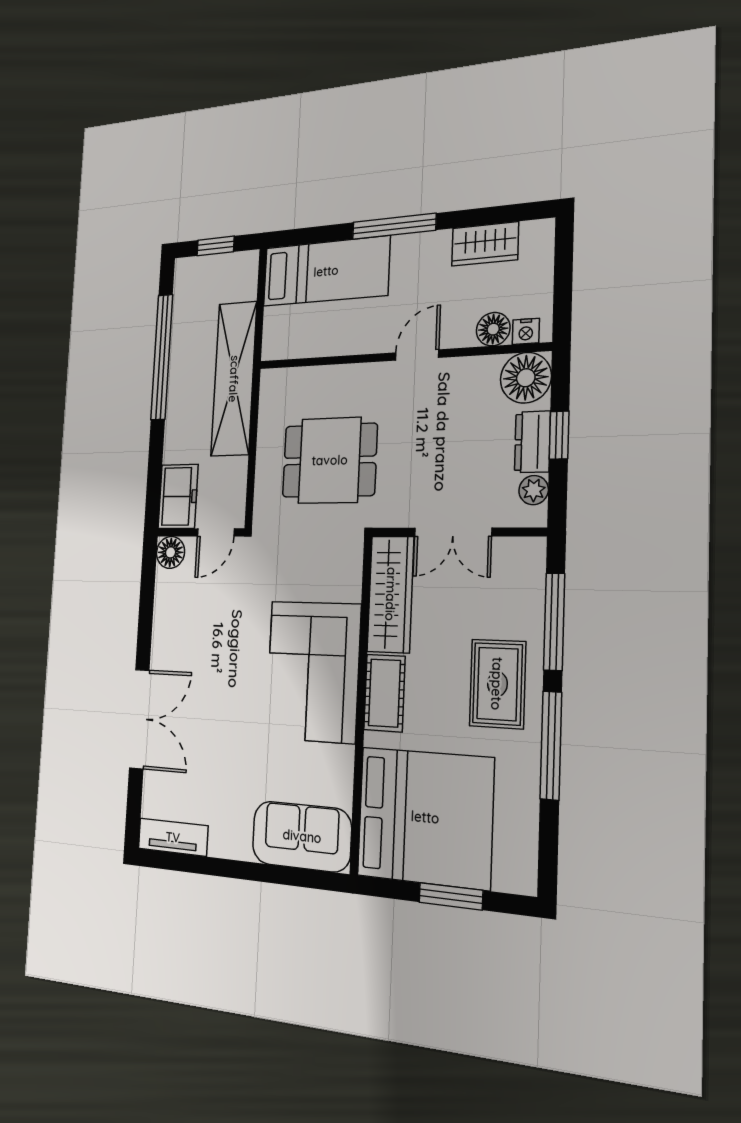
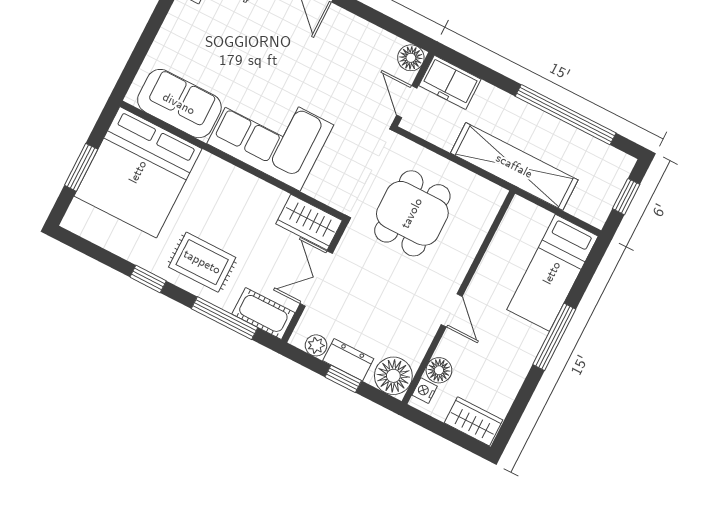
wardrobe: (485, 244) -> (473, 421), moved, turned 90
wardrobe: (391, 594) -> (309, 222), width x0.67
cot: (384, 693) -> (263, 313), moved
window: (551, 745) -> (148, 279), width x0.46
sofa: (302, 836) -> (179, 104), moved, turned -90

